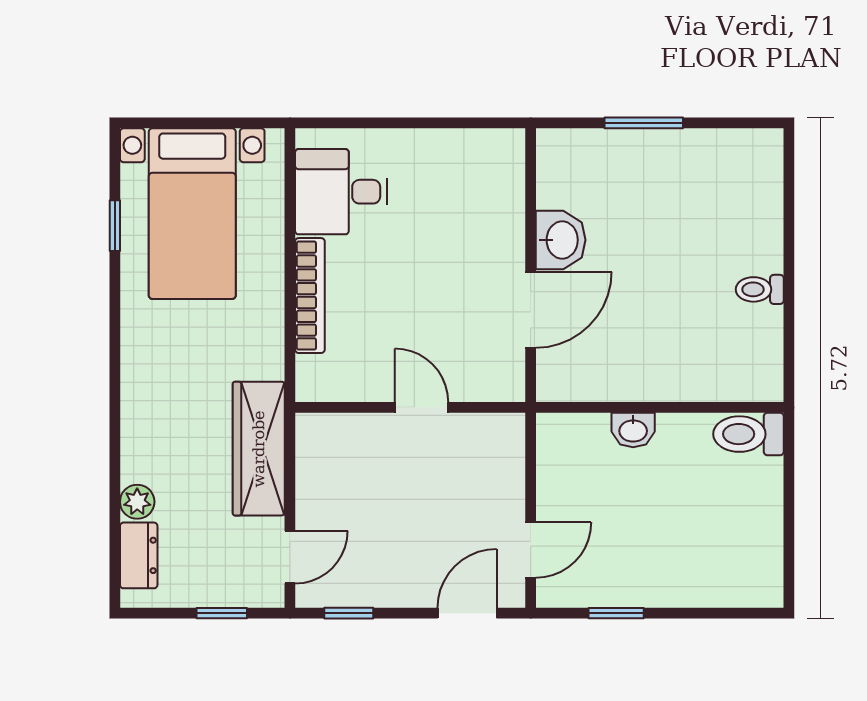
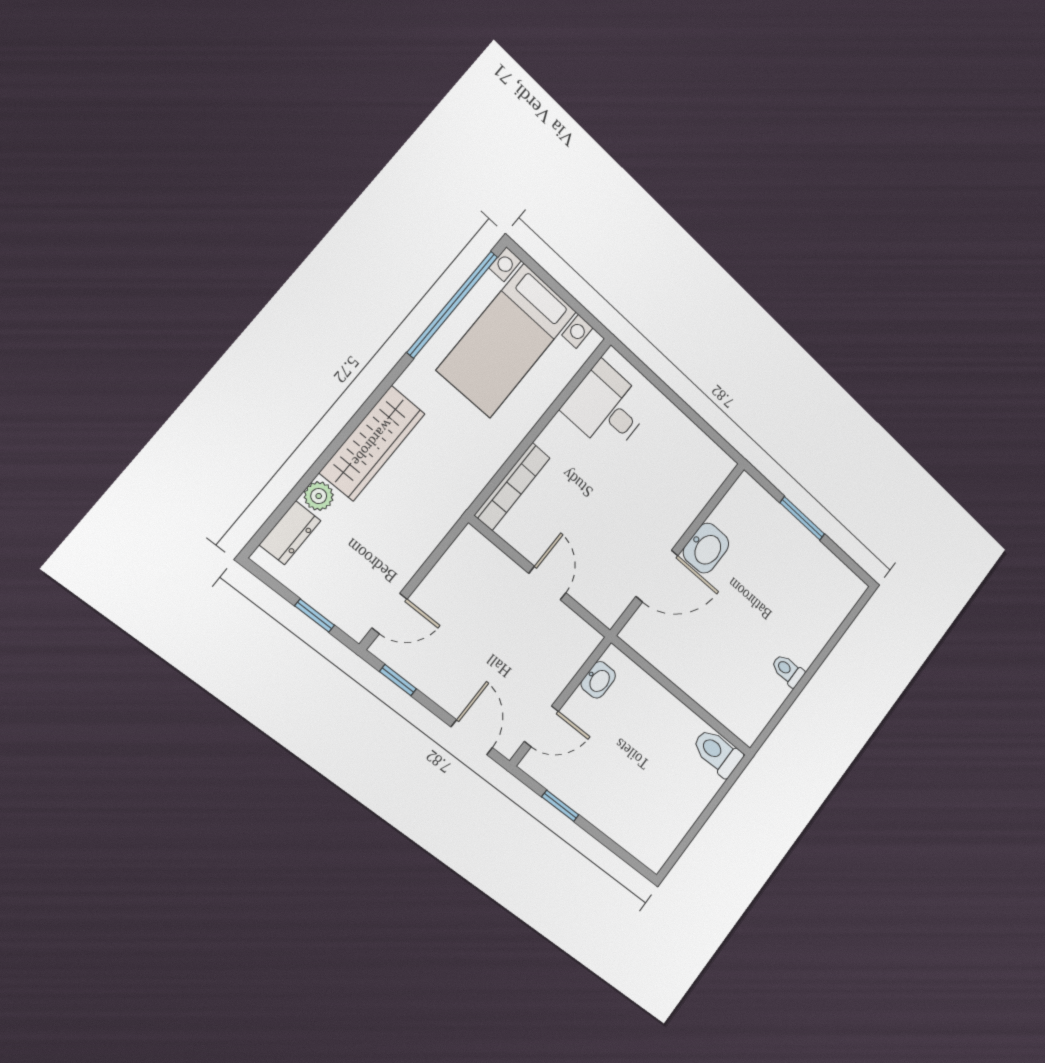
window: (115, 226) -> (452, 304), width x3.17
bookcase: (310, 296) -> (512, 487), moved
washbasin: (633, 430) -> (598, 680), moved, turned -90
wardrobe: (259, 449) -> (372, 443), moved, turned 180
door: (467, 613) -> (472, 737), hinge flipped

